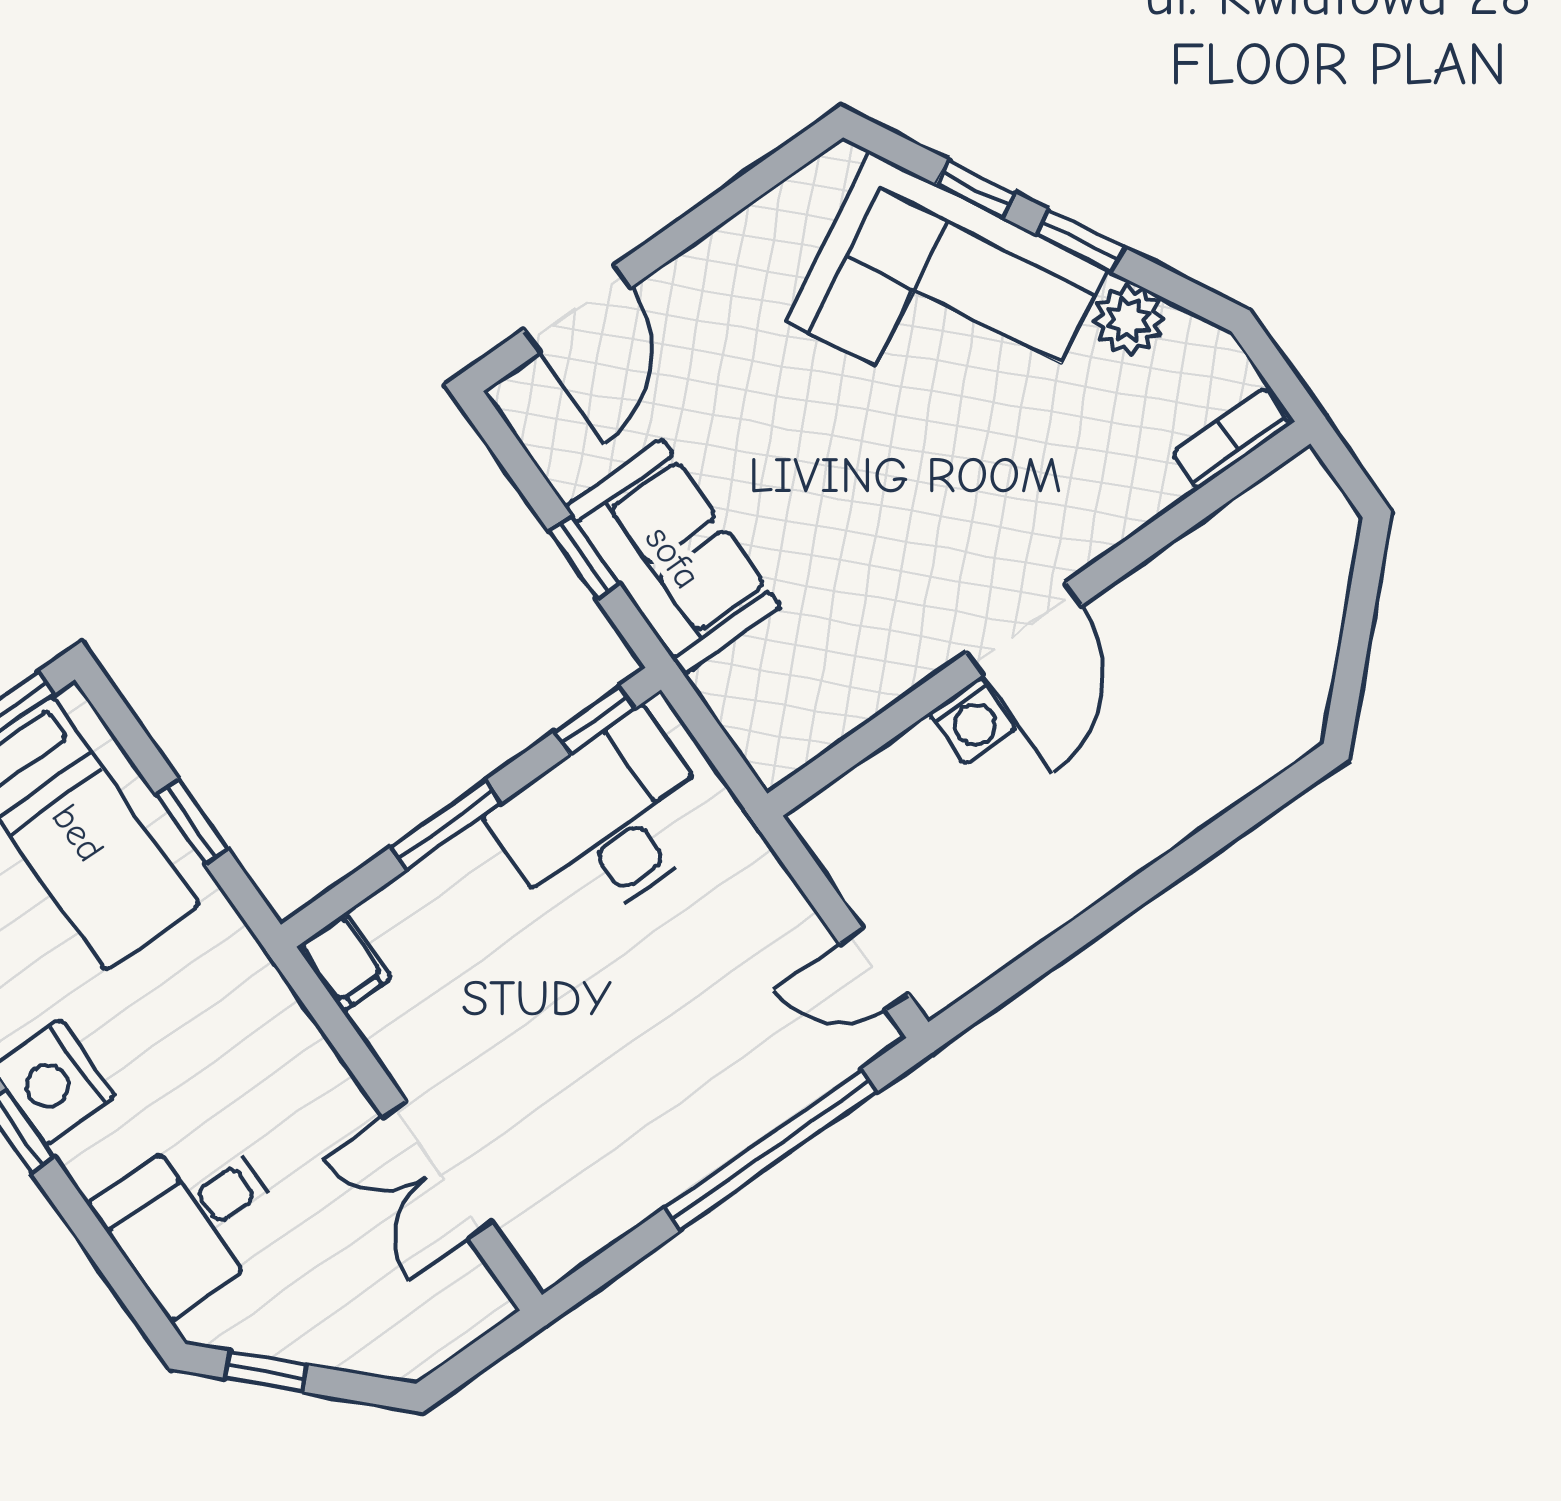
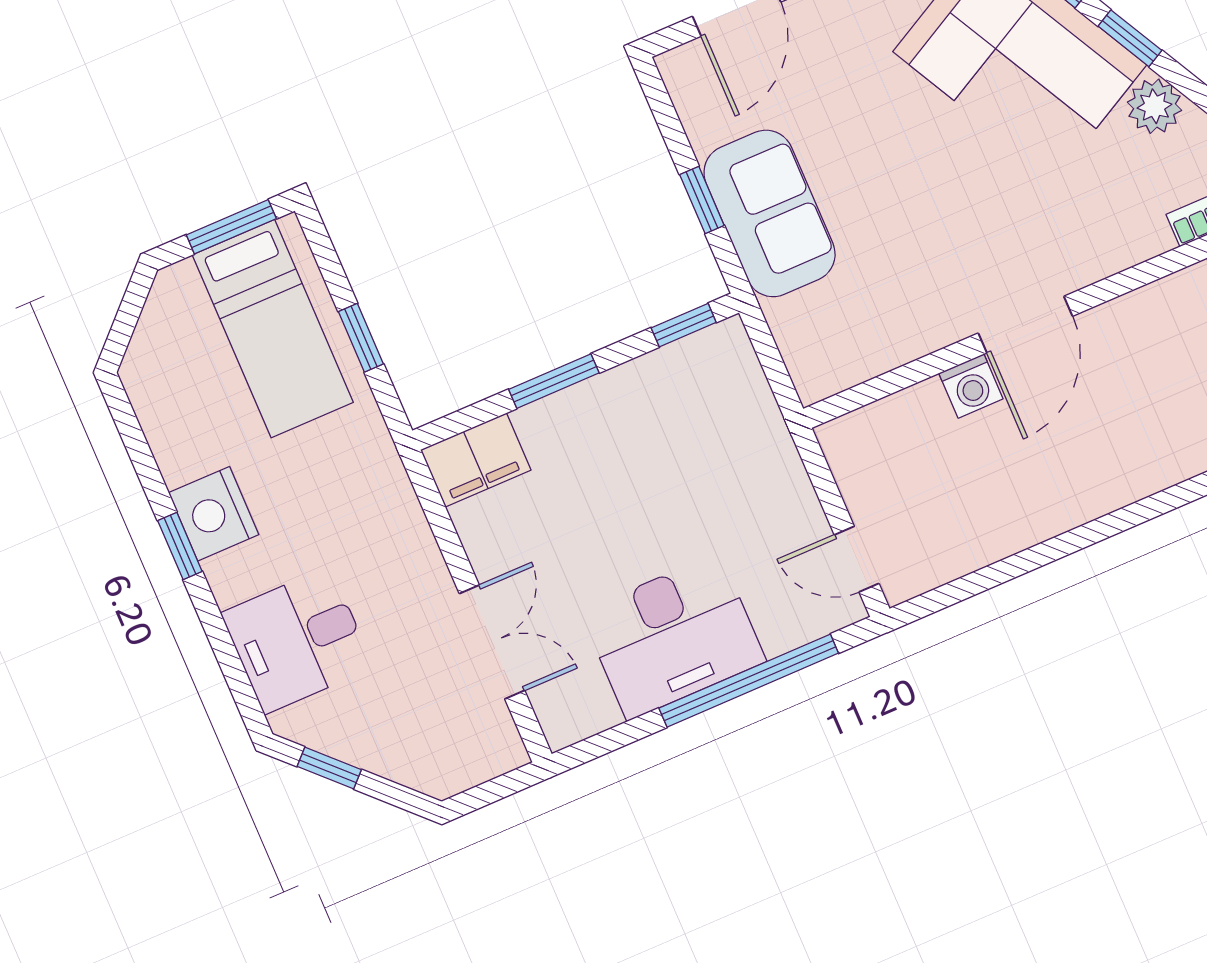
desk: (606, 823) -> (673, 637), moved, turned 180
filing cabinet: (344, 962) -> (476, 460), width x2.00
double door: (437, 1170) -> (492, 642), swing flipped

